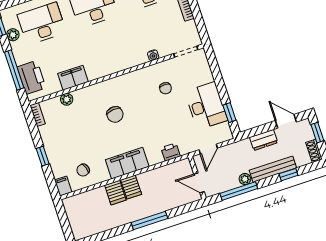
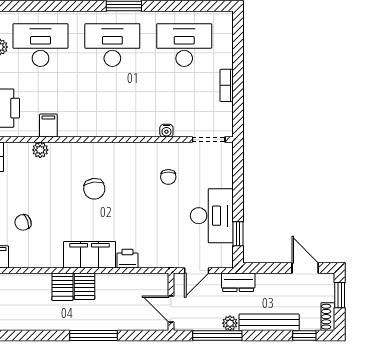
filing cabinet: (73, 78) -> (48, 126), width x0.50
dresser: (264, 140) -> (238, 282), moved
printer: (171, 152) -> (127, 259), moved
chair: (83, 170) -> (23, 222), moved
window: (288, 175) -> (304, 336), moved

